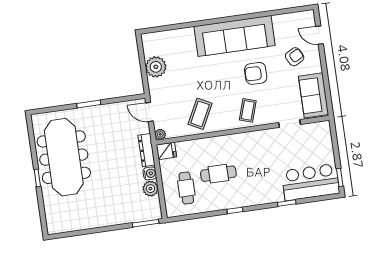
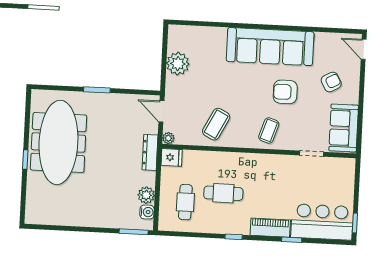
door: (320, 35) -> (364, 49), moved
water cooler: (150, 173) -> (147, 212), moved
piano: (266, 196) -> (270, 228), added

